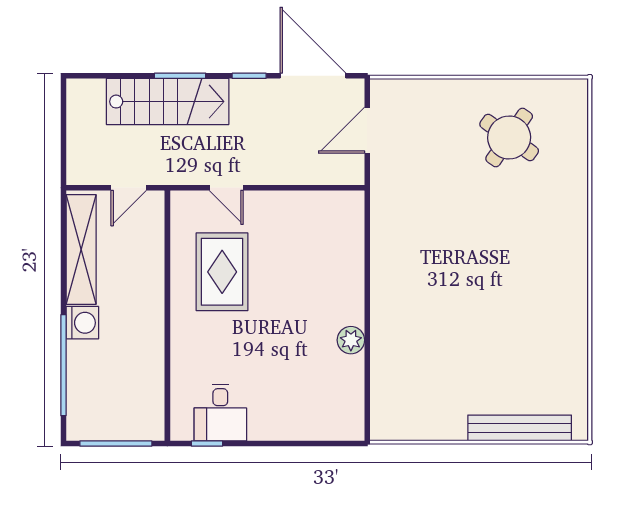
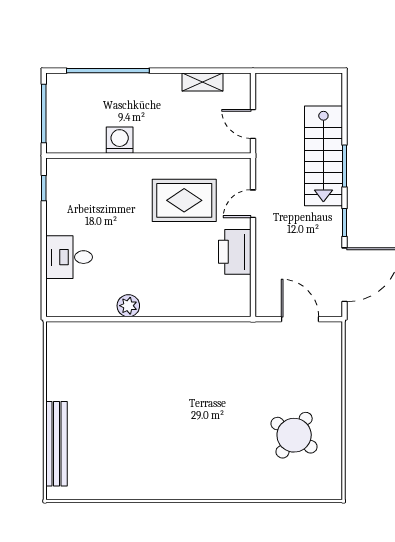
printer: (285, 210) -> (235, 252), added
shelving: (81, 249) -> (202, 82), width x0.45, depth x0.75
washing machine: (82, 323) -> (120, 140), moved, turned 180
desk: (220, 413) -> (69, 257), moved

